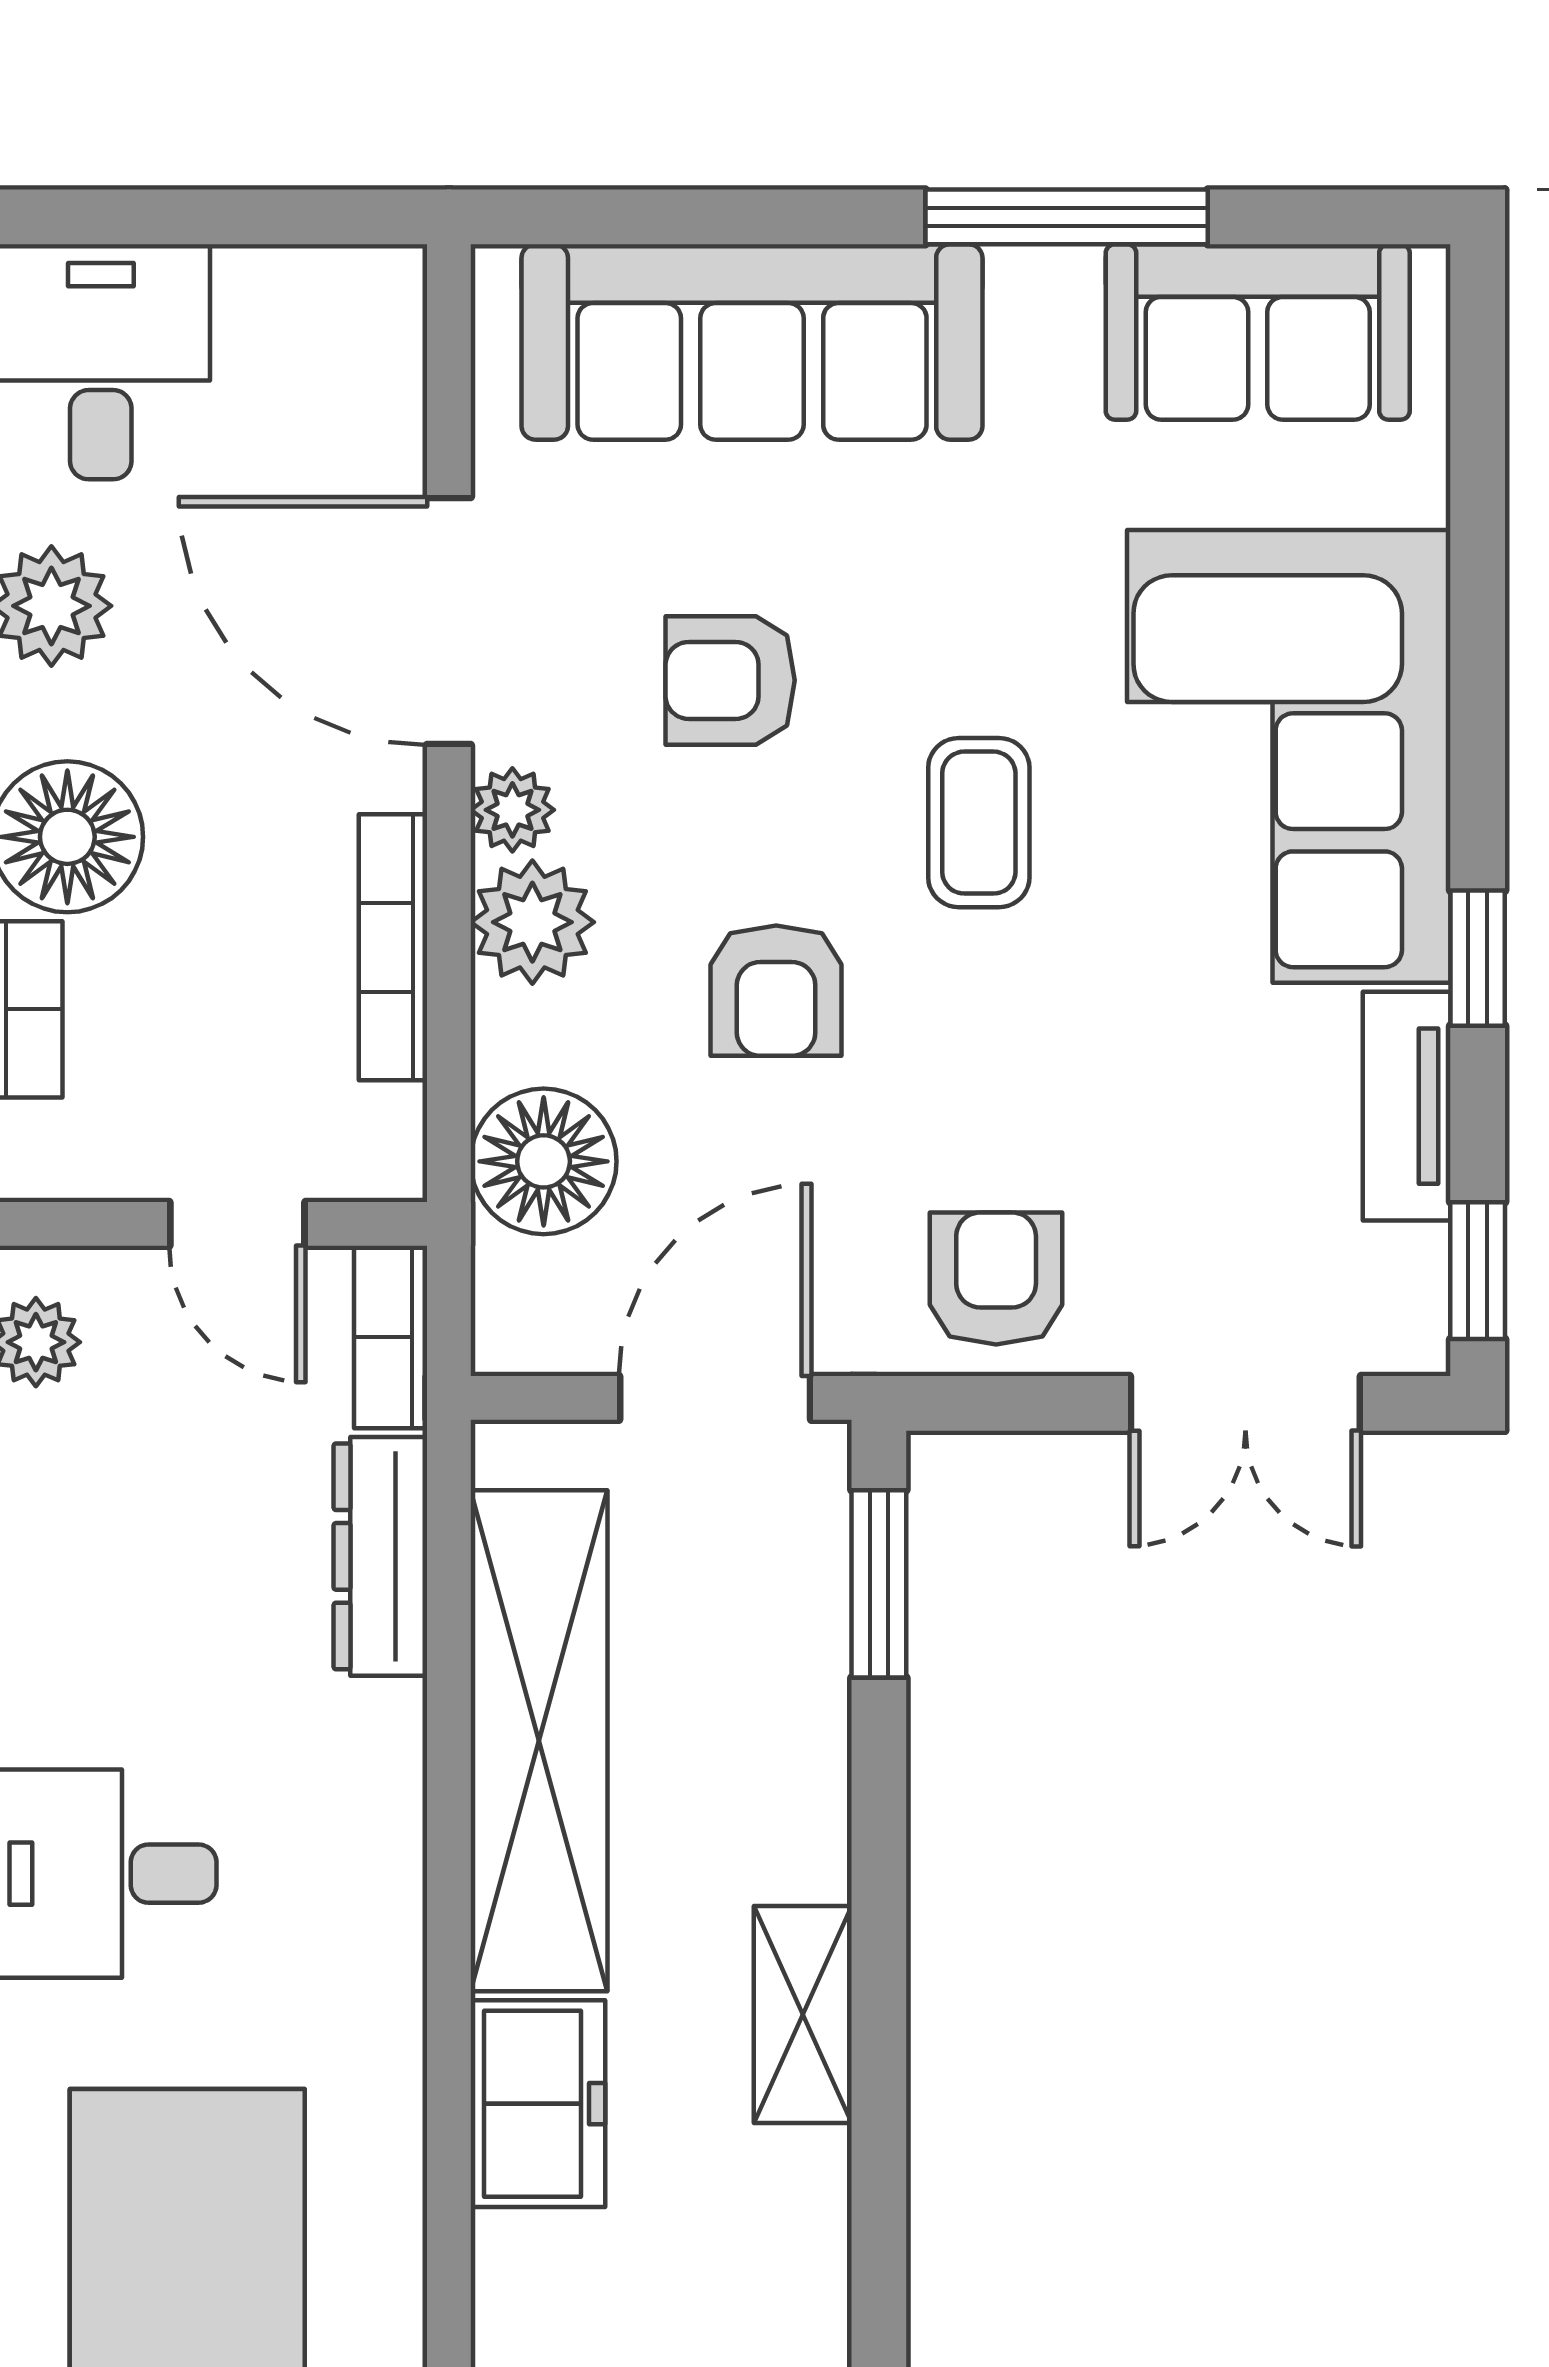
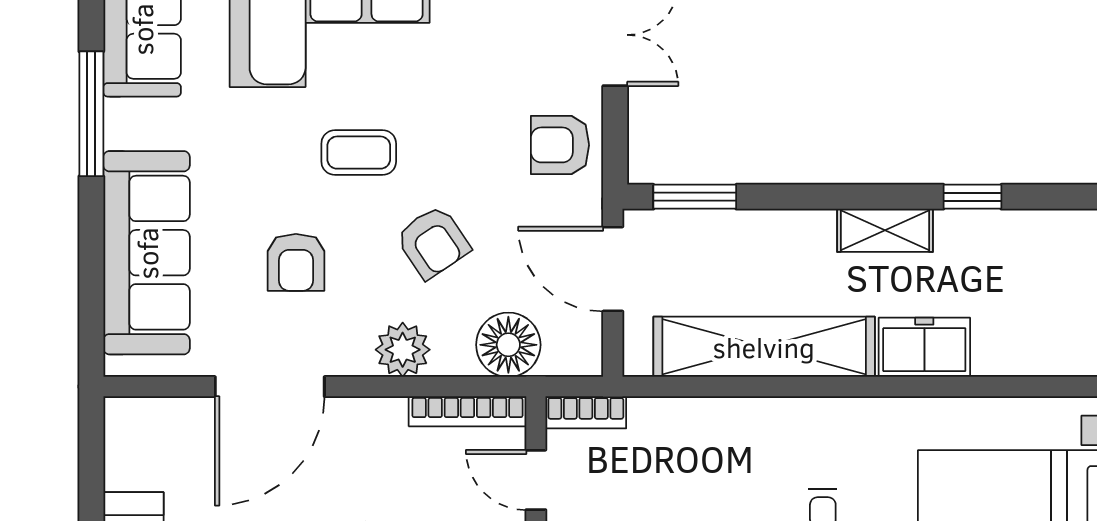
plant: (512, 810) -> (353, 358), removed
bookcase: (393, 947) -> (467, 411), moved
armchair: (776, 991) -> (433, 242), turned 56
door: (237, 1224) -> (536, 480), swing flipped
dresser: (380, 1556) -> (683, 417), removed
window: (879, 2213) -> (972, 197), added

